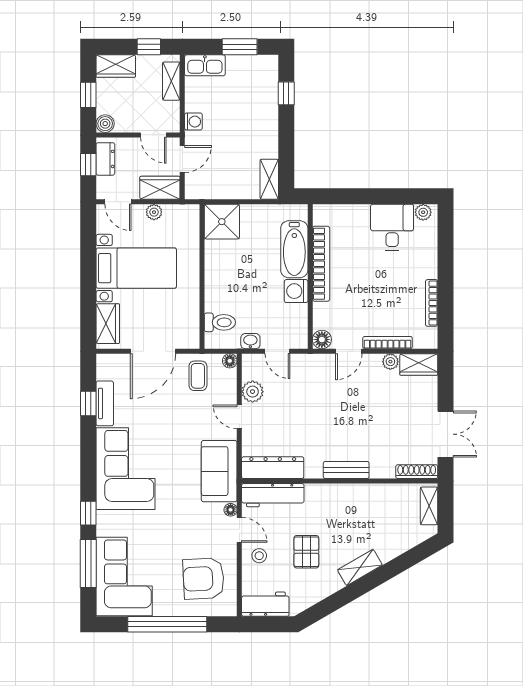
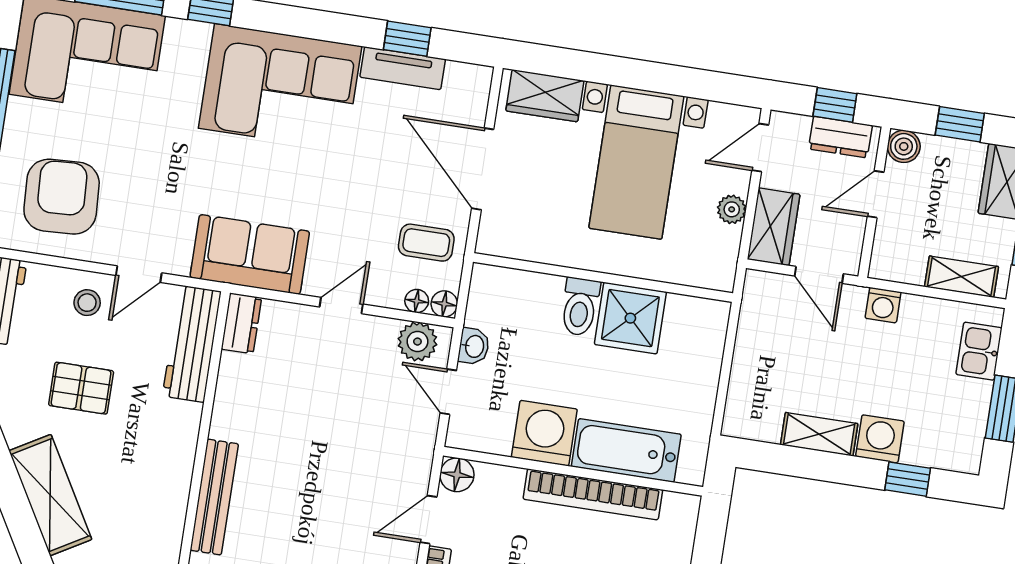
kitchen sink: (205, 65) -> (979, 351), width x0.73
washing machine: (267, 112) -> (880, 439), added
door: (153, 135) -> (876, 194), moved
shelving: (269, 179) -> (819, 434), moved
shower: (222, 222) -> (630, 318), moved
washing machine: (296, 291) -> (544, 433), width x1.37, depth x1.37
toilet: (220, 322) -> (580, 307), moved
door: (277, 351) -> (448, 392), hinge flipped
door: (349, 351) -> (428, 520), hinge flipped
plant: (253, 392) -> (417, 342), moved
dresser: (273, 468) -> (241, 323), width x0.51, depth x0.80
bench: (346, 470) -> (214, 497), width x1.36
floor lamp: (231, 510) -> (417, 301), moved
shelving: (360, 567) -> (50, 495), width x1.50, depth x1.33

